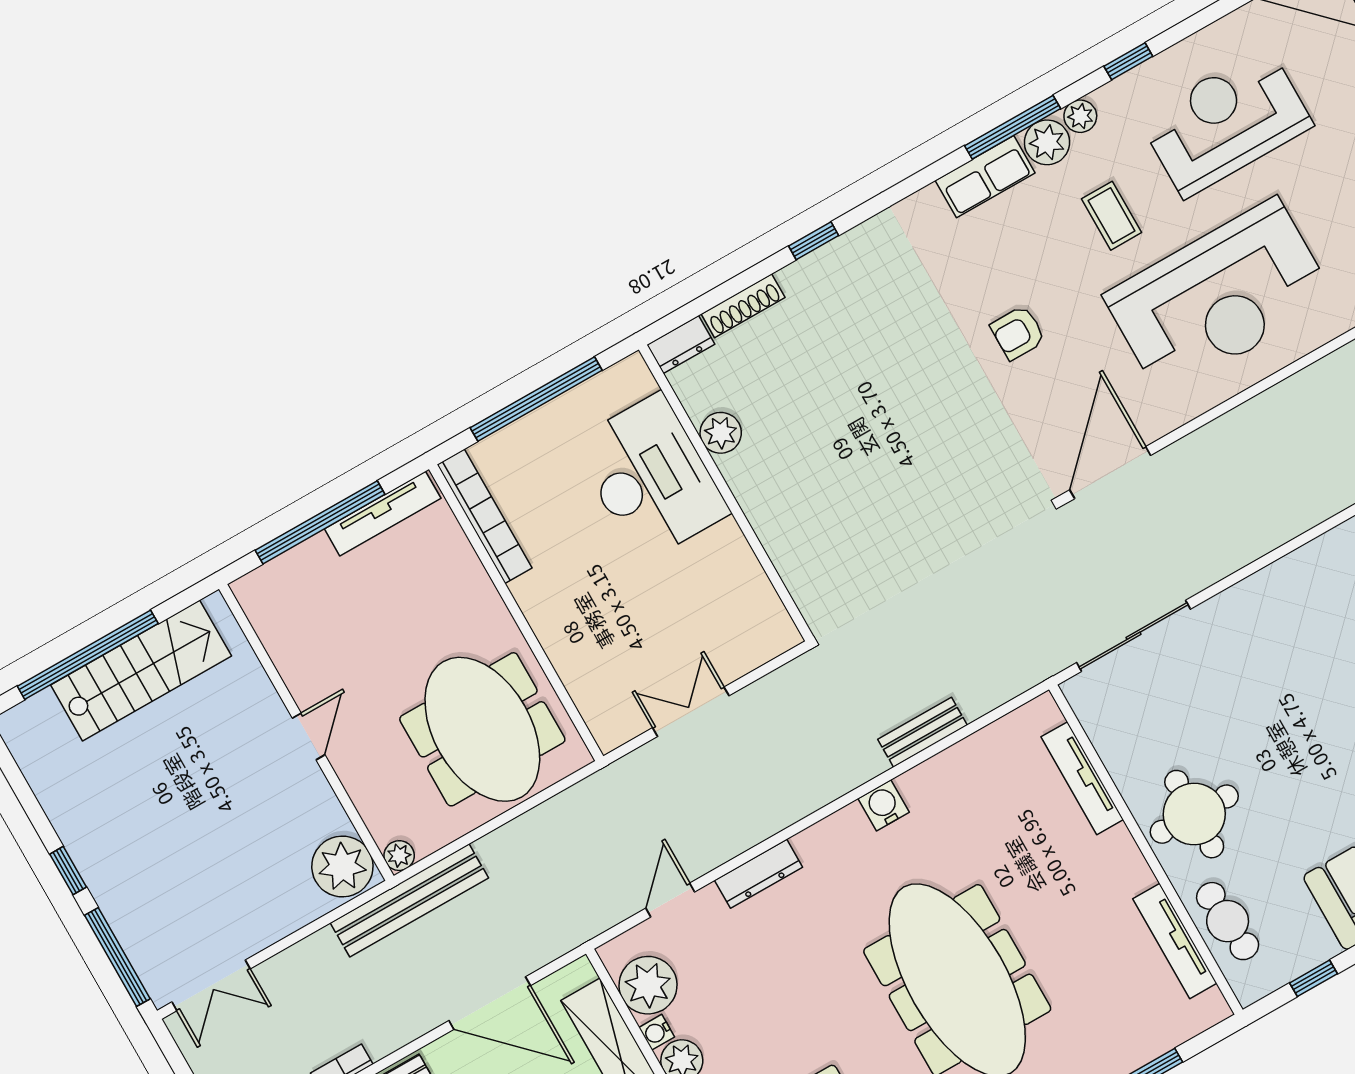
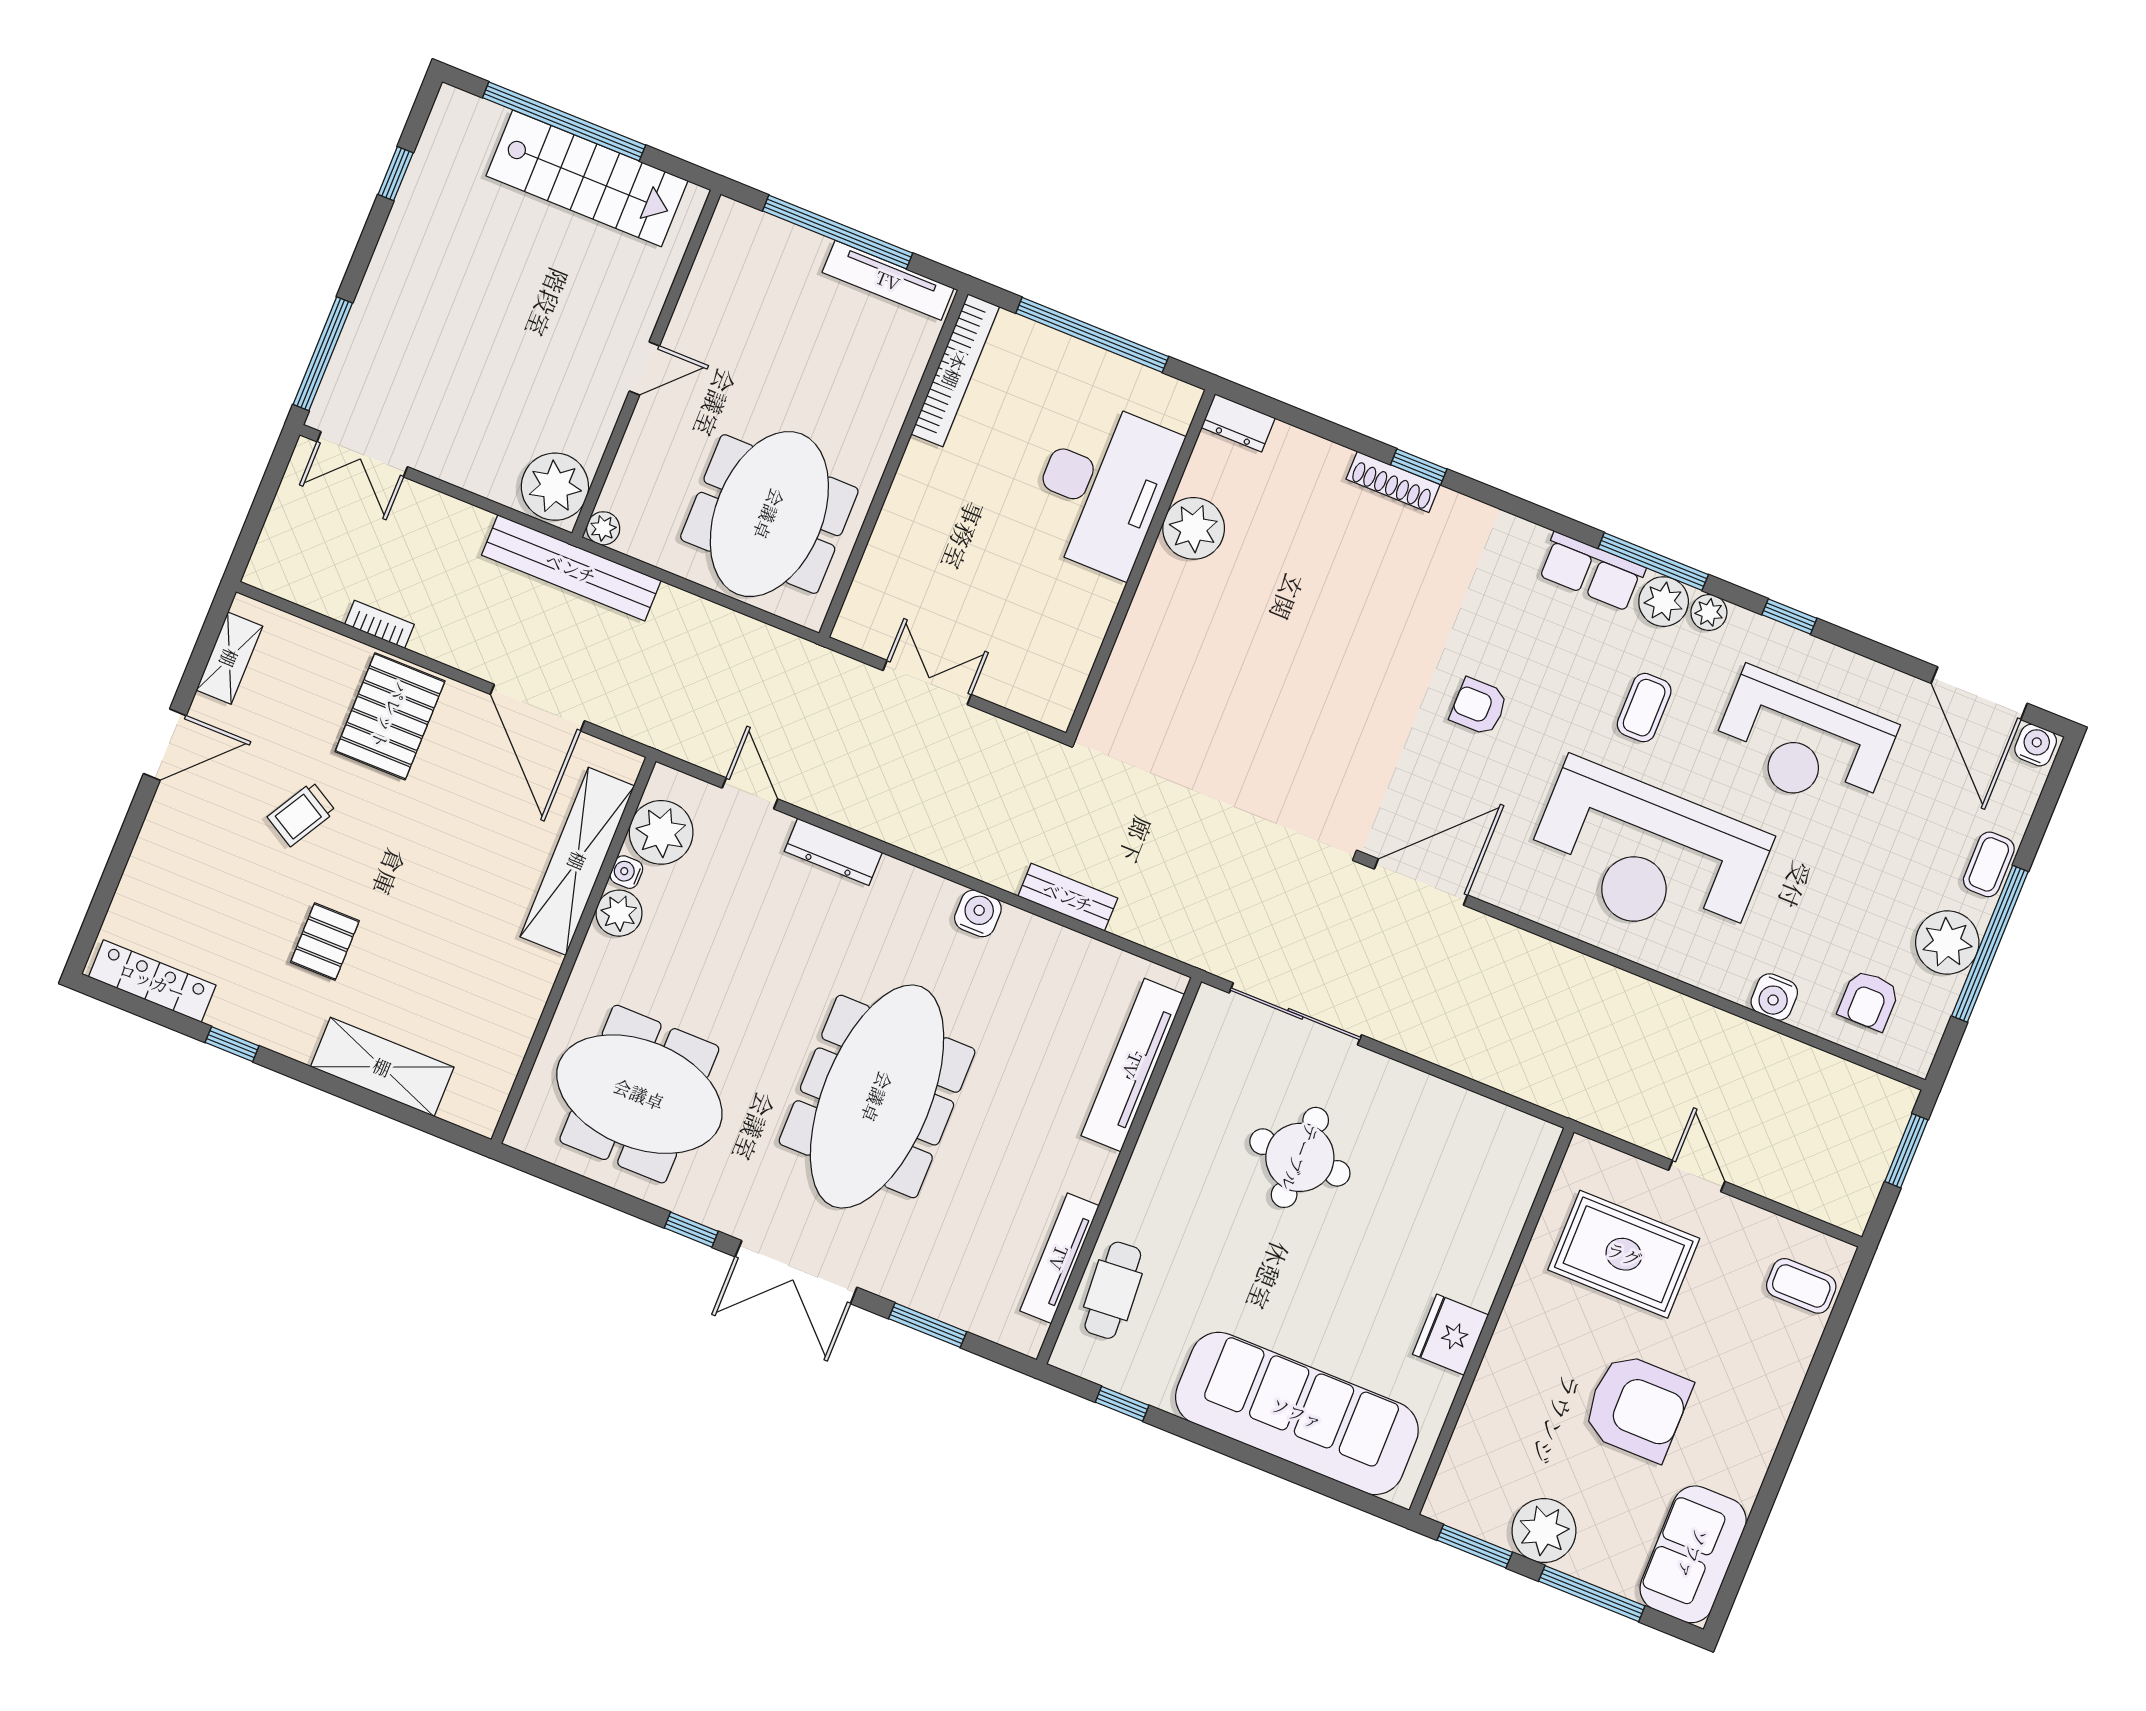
reception desk: (1226, 122) -> (1803, 742), turned 180
shoe rack: (743, 306) -> (1393, 482), moved
plant: (721, 433) -> (1194, 528), width x1.36, depth x1.36
tv unit: (1082, 778) -> (1133, 1065), width x1.36, depth x1.29
round table: (1194, 814) -> (1300, 1157), moved
window: (68, 871) -> (396, 174), moved
door: (670, 900) -> (750, 793), hinge flipped

